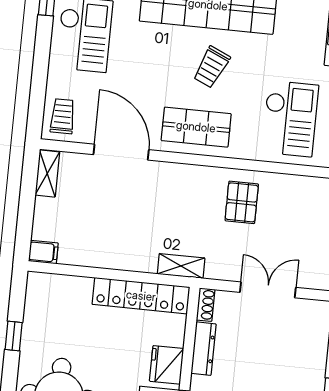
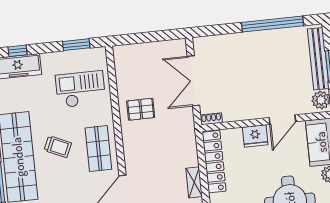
shelving: (181, 266) -> (194, 182), moved
double door: (268, 290) -> (193, 81), width x1.37
dresser: (204, 349) -> (240, 114), removed

